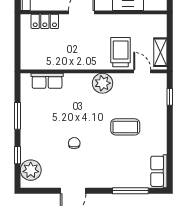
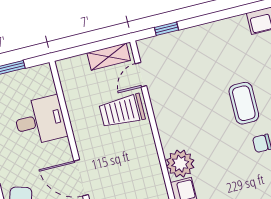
plant: (103, 83) -> (180, 164), moved
coffee table: (125, 127) -> (244, 103), moved

